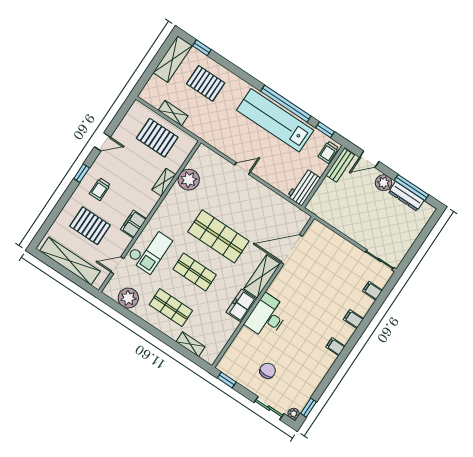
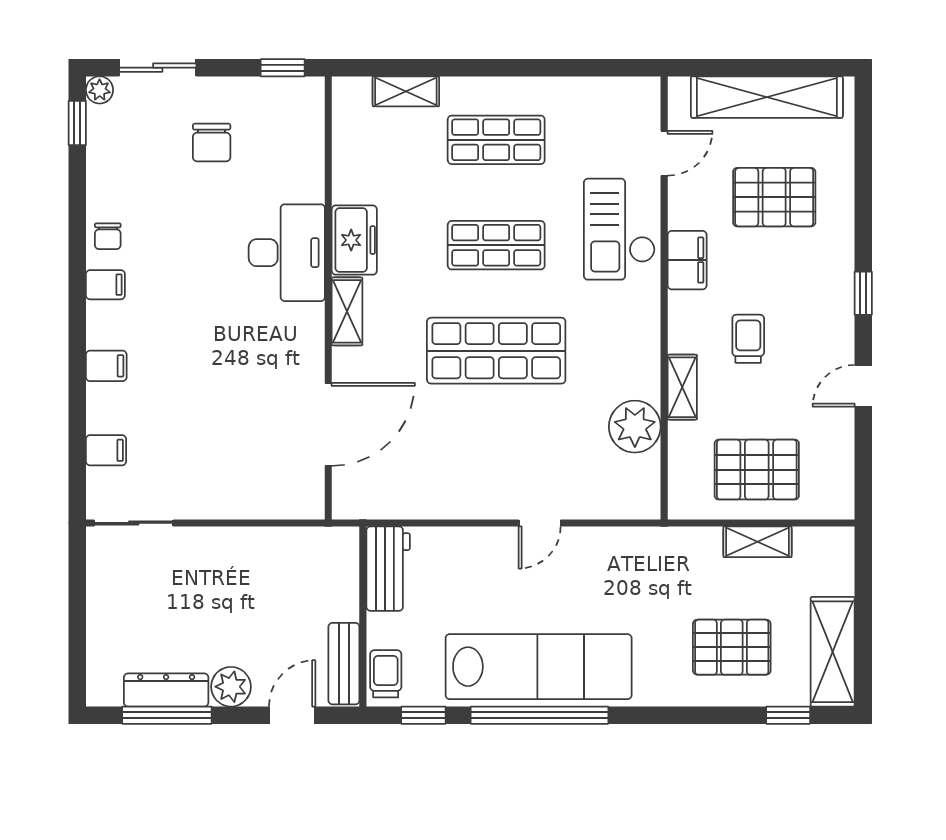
trolley: (100, 189) -> (748, 339), moved
shelving: (262, 276) -> (347, 311), width x0.67, depth x0.75
plant: (128, 298) -> (597, 101), removed
chair: (324, 362) -> (108, 236), added

